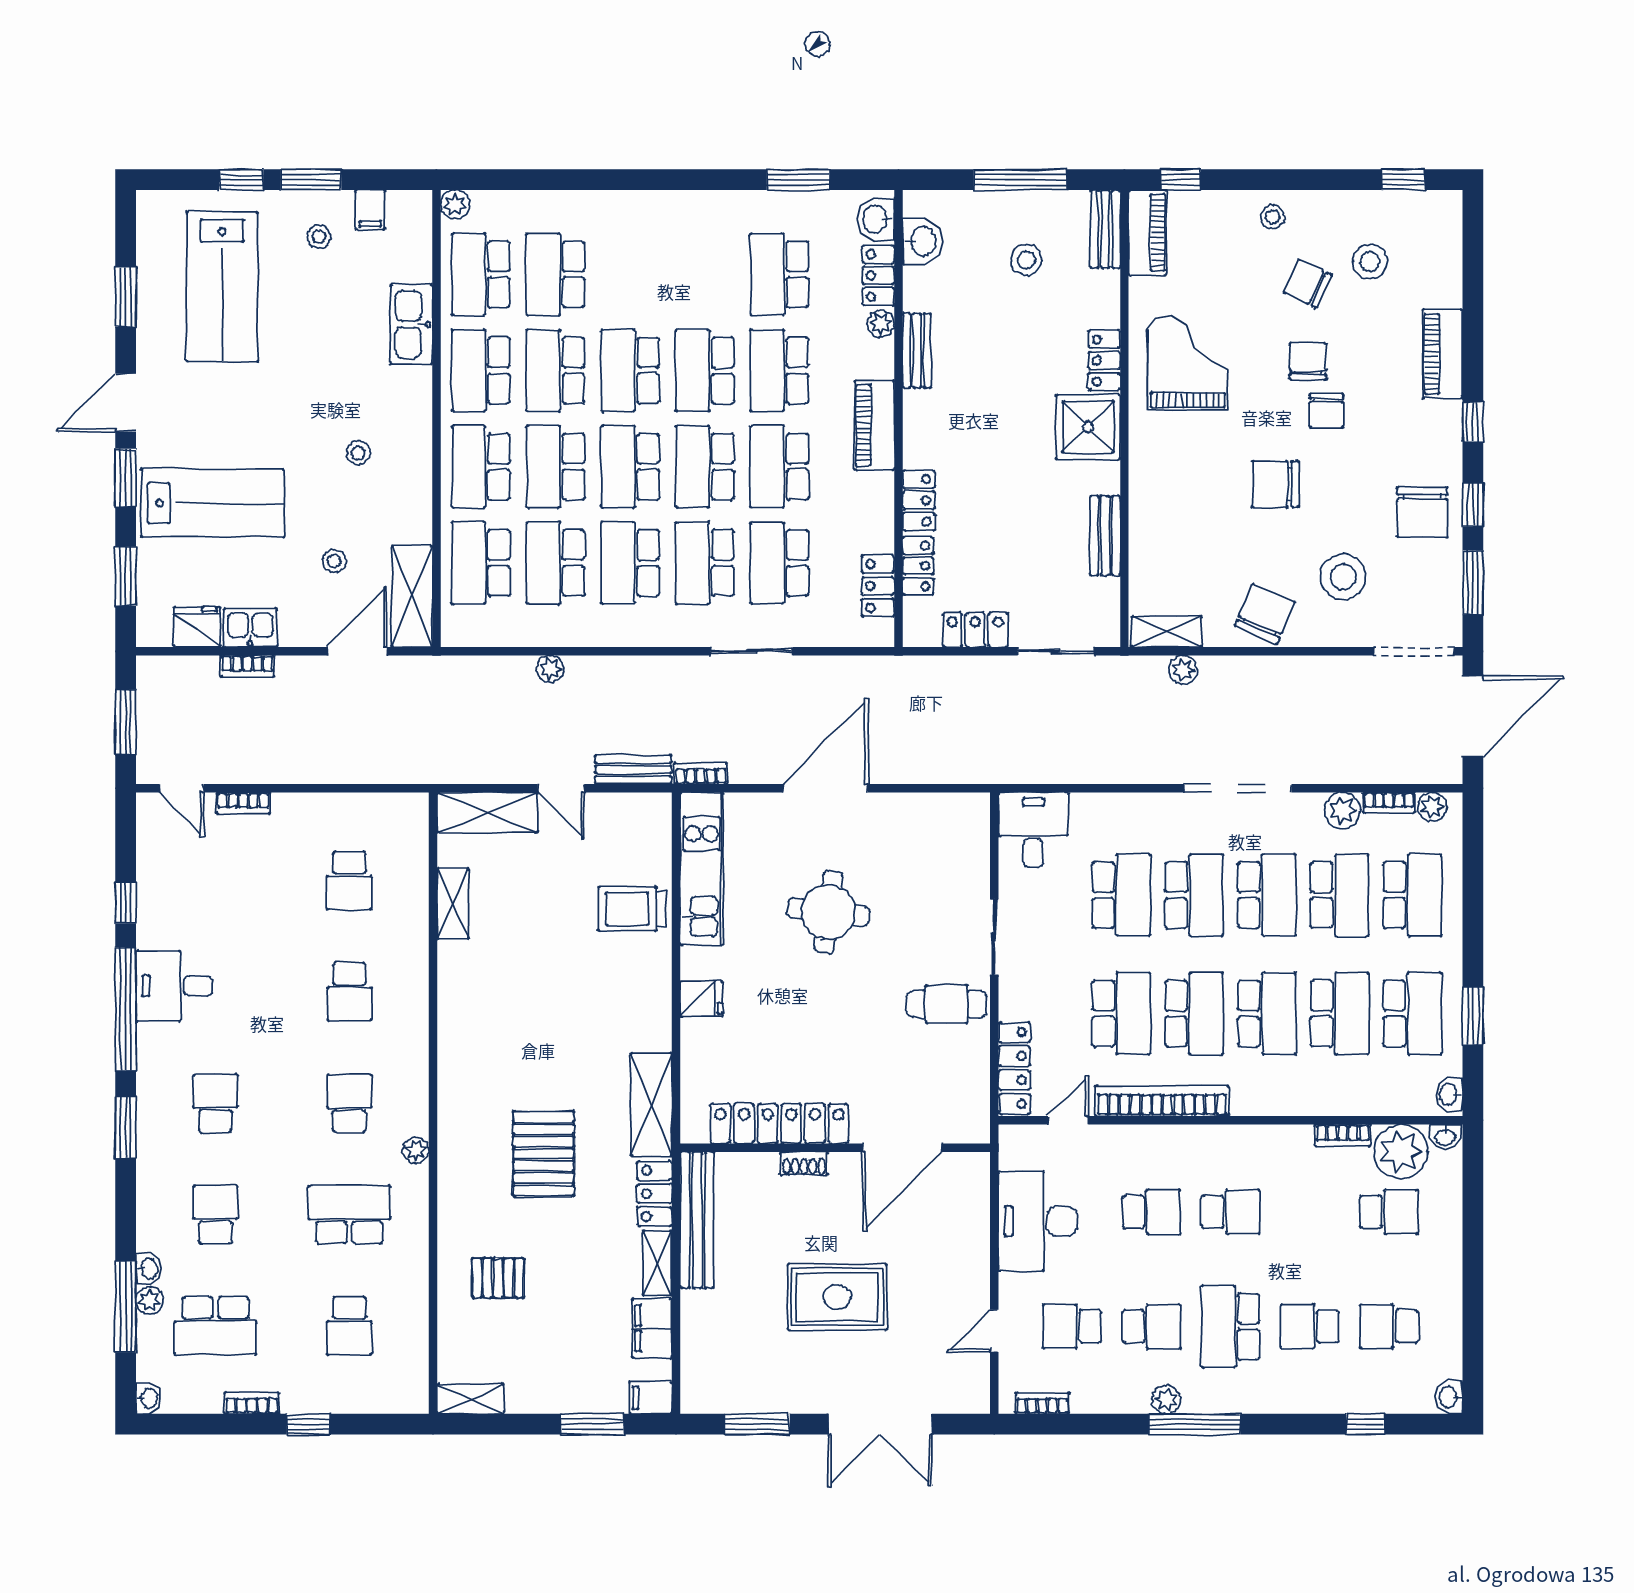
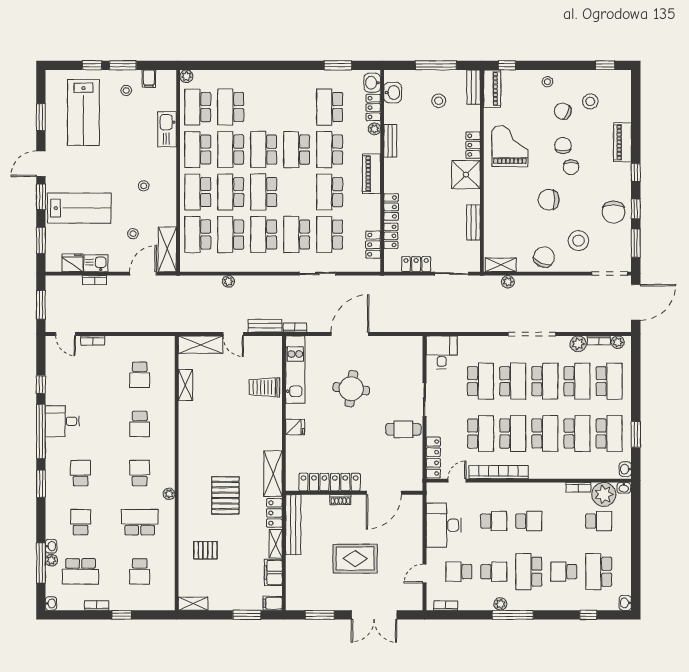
school desk: (705, 467) -> (297, 192), removed
school desk: (1389, 1326) -> (599, 572), width x1.85

